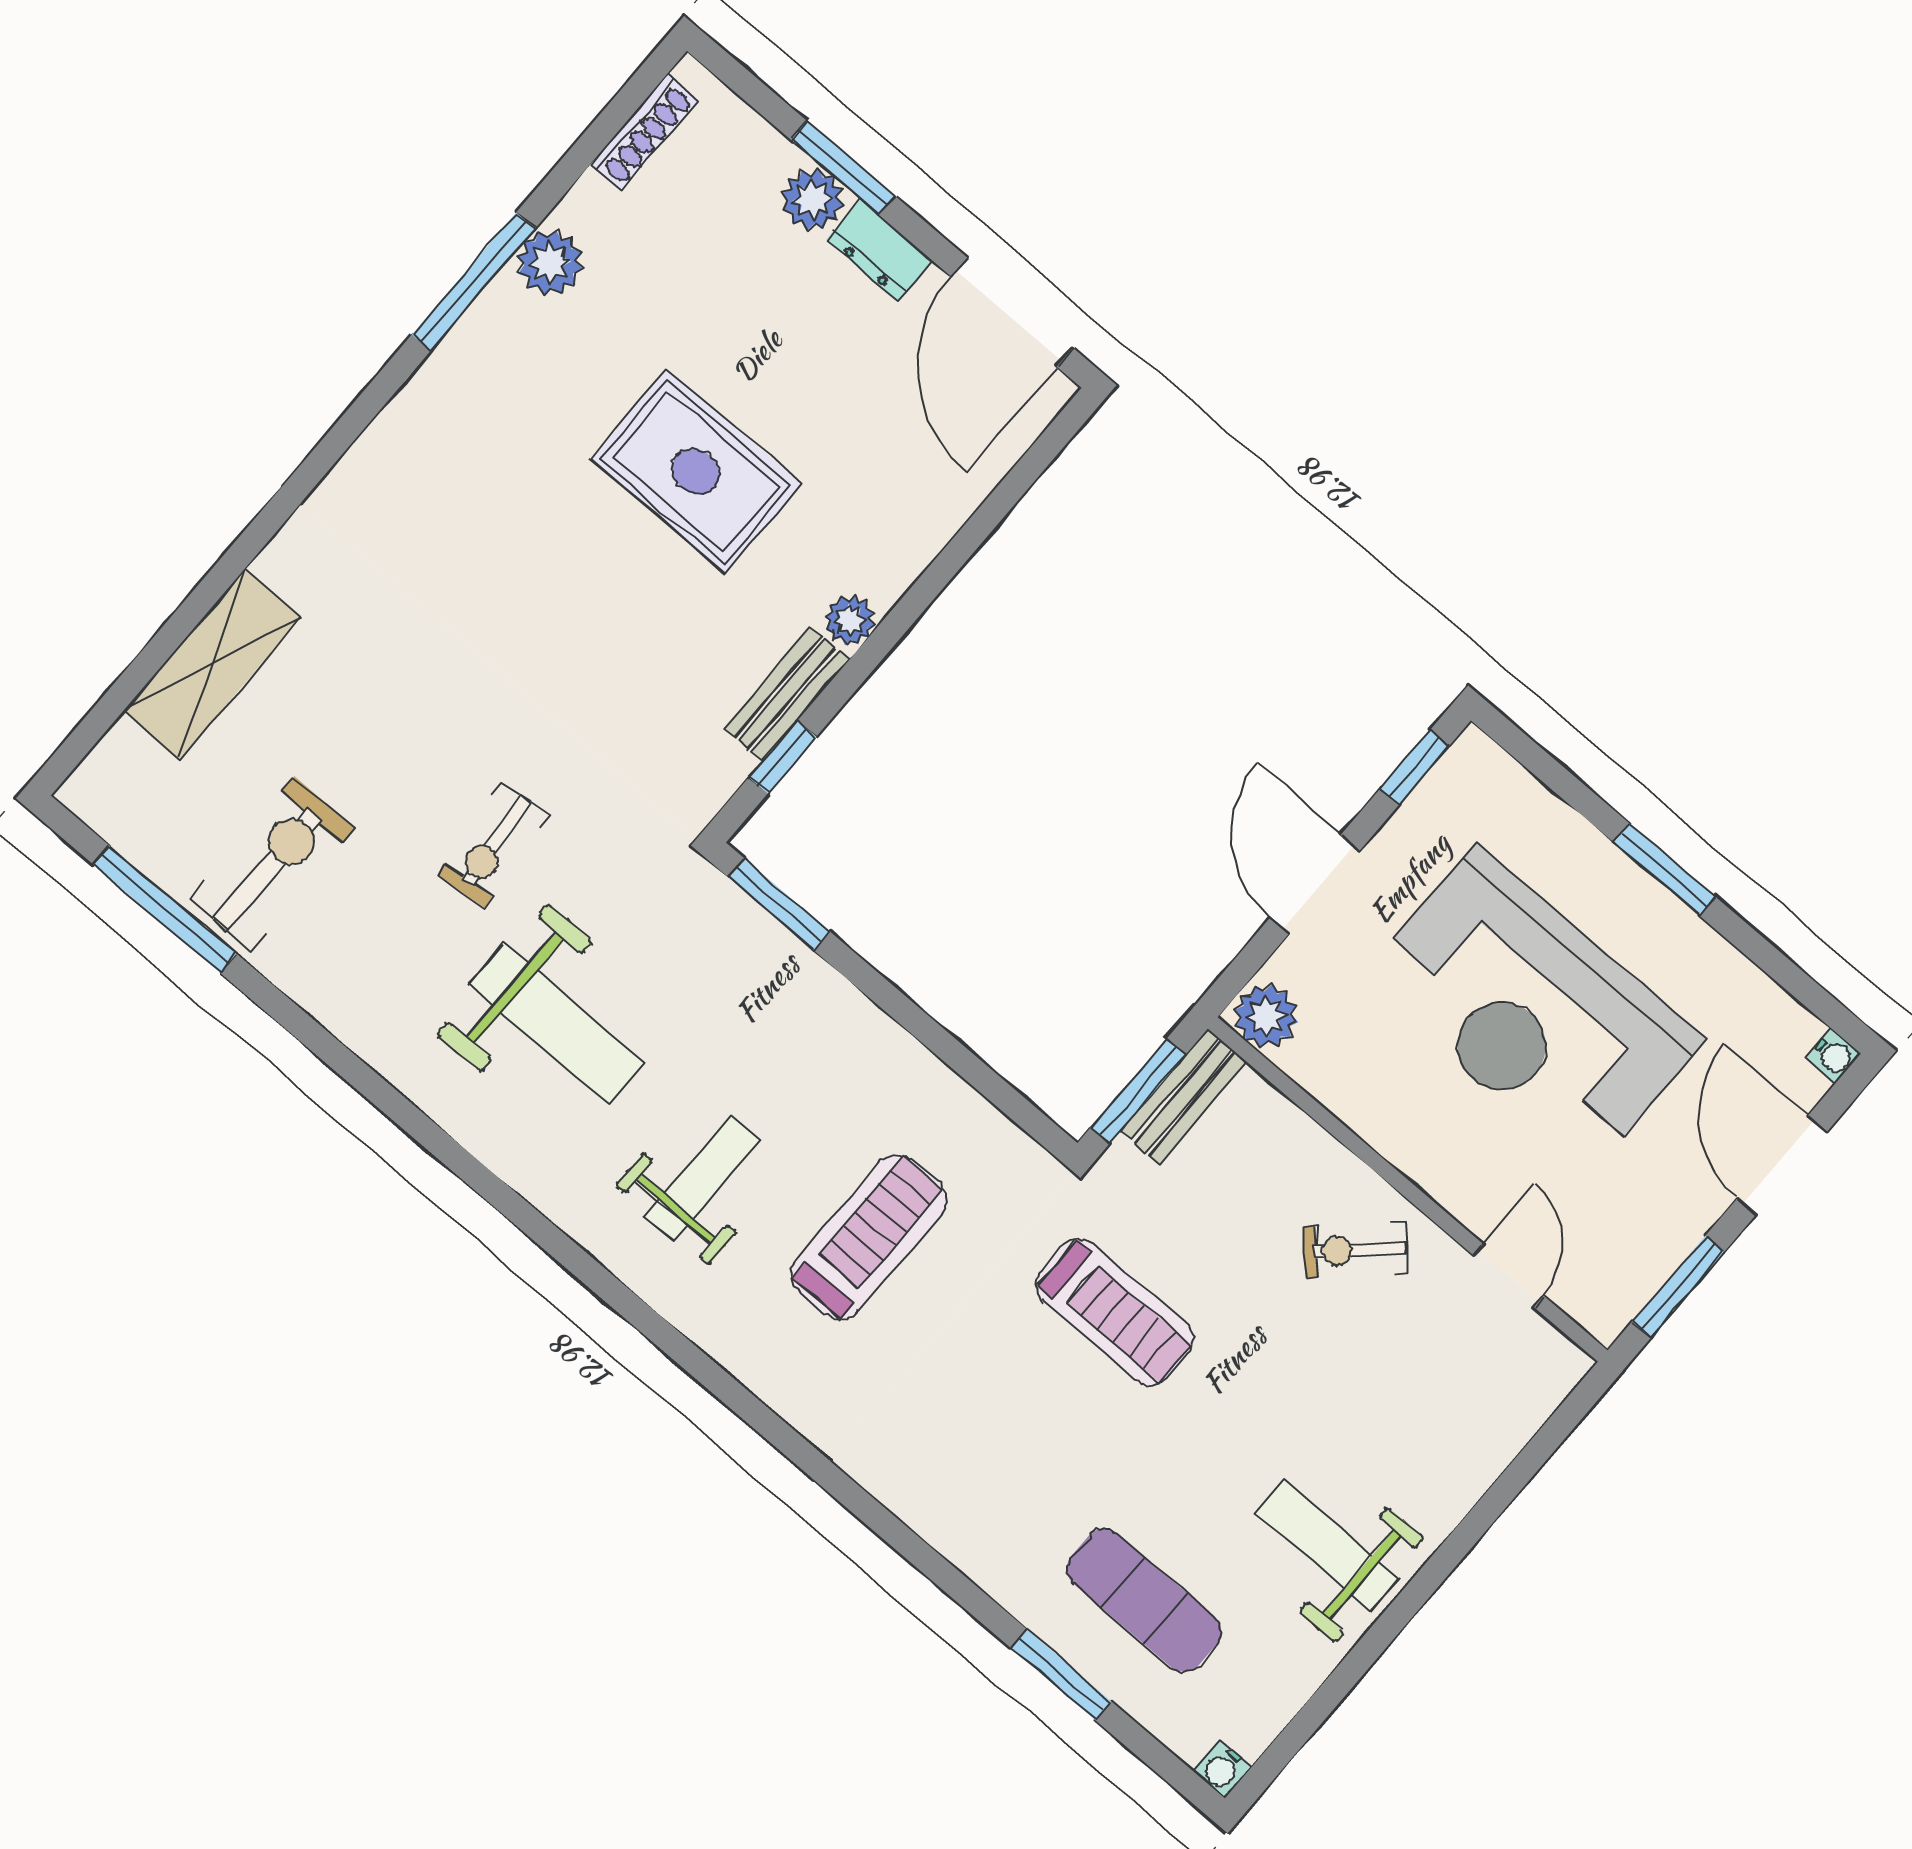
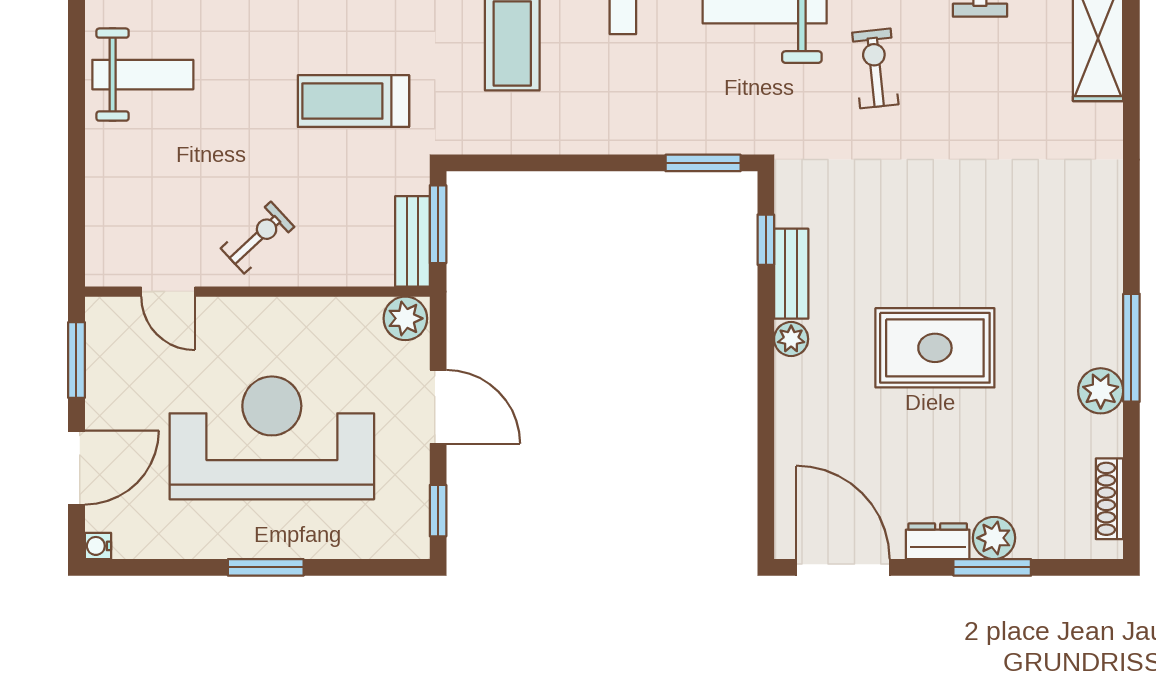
door: (1782, 1165) -> (76, 468), hinge flipped

